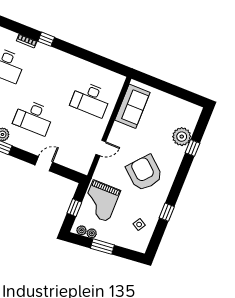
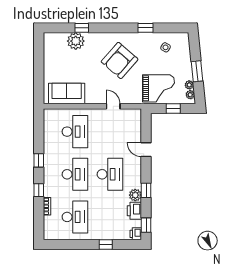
window: (76, 51) -> (39, 160), added
desk: (48, 82) -> (75, 174), added

